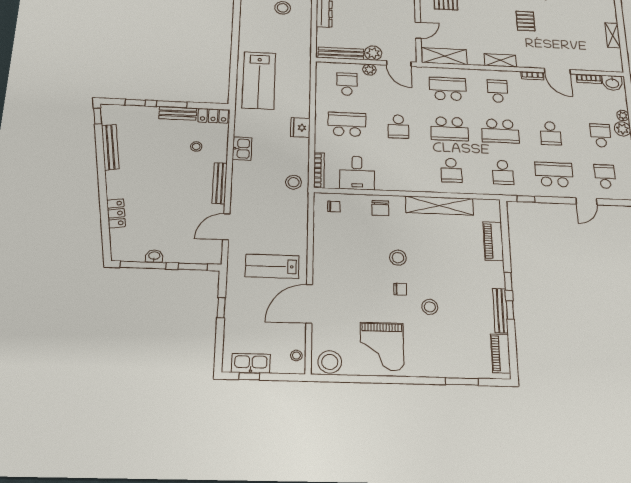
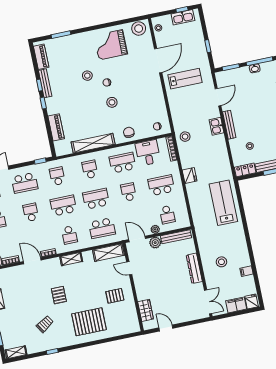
door: (418, 30) -> (129, 268), hinge flipped
school desk: (347, 124) -> (161, 185), turned 180
kitchen sink: (242, 149) -> (217, 126), moved
school desk: (399, 168) -> (122, 163), added
grand piano: (382, 346) -> (111, 45), turned -90

